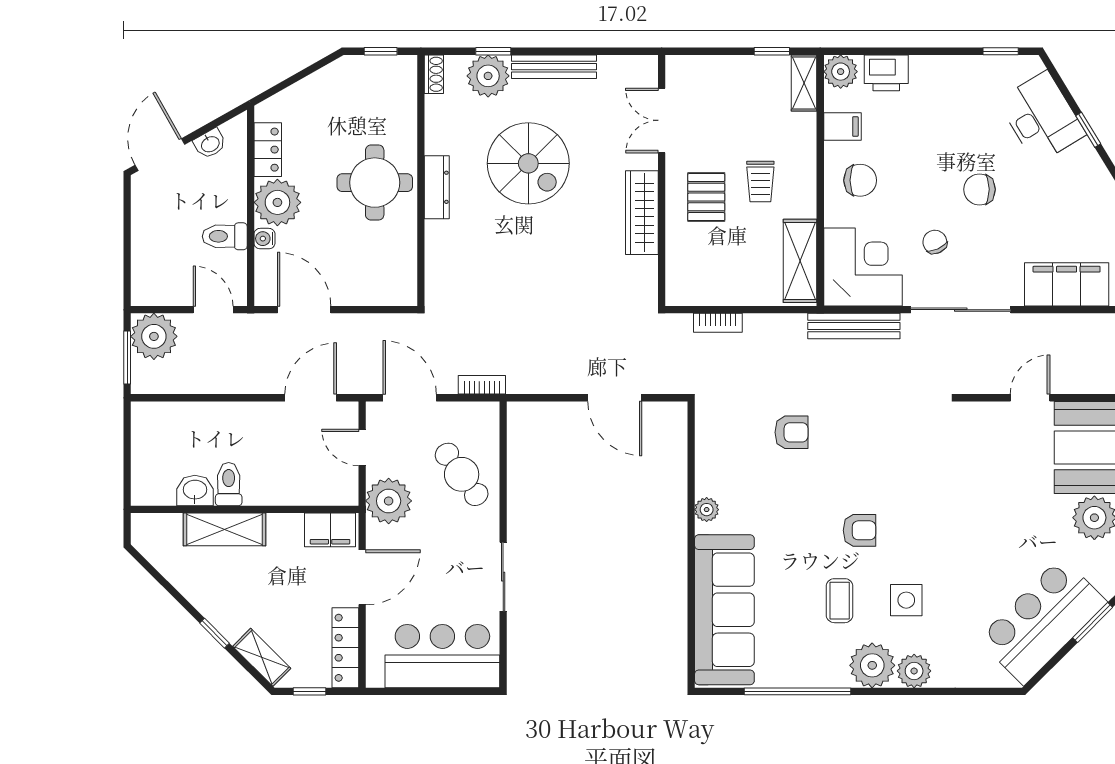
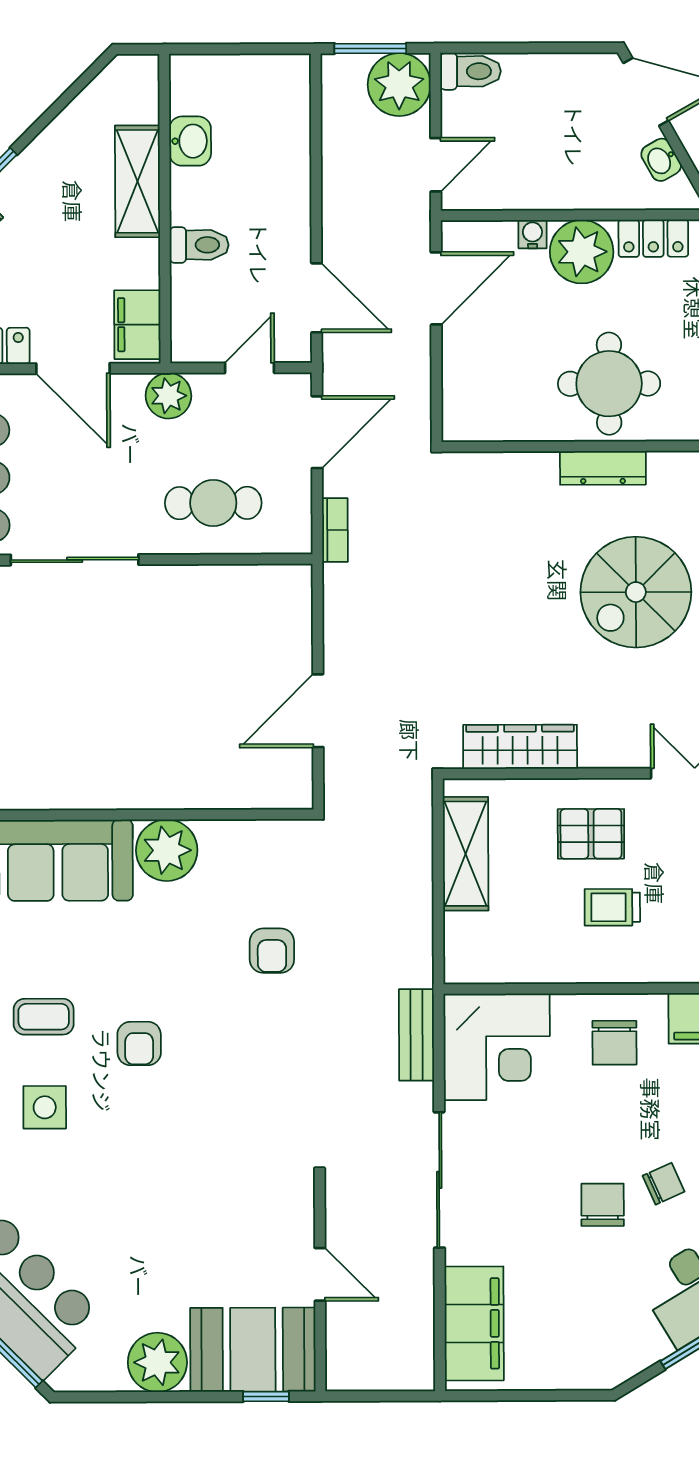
wardrobe: (642, 213) -> (520, 747), moved
toilet: (225, 236) -> (470, 71), moved, turned 90
chair: (935, 242) -> (664, 1184), moved
shelving: (800, 261) -> (466, 854), moved, turned 90
bookcase: (718, 323) -> (420, 850), removed
bench: (854, 326) -> (416, 1035), width x0.73
cafe table: (462, 474) -> (213, 503), turned 36
toilet: (229, 484) -> (199, 245), moved
plant: (389, 501) -> (168, 396), width x0.73, depth x0.73
plant: (707, 510) -> (167, 850), width x1.87, depth x1.87
sliding door: (503, 577) -> (75, 560), width x1.37

